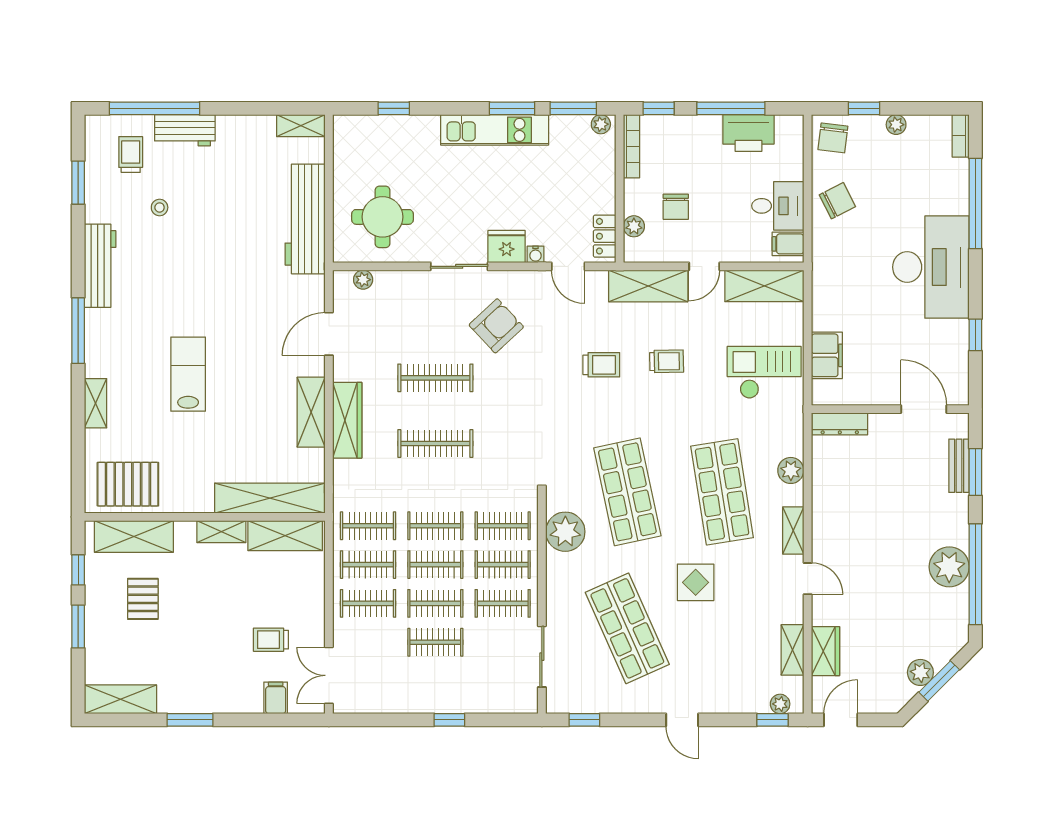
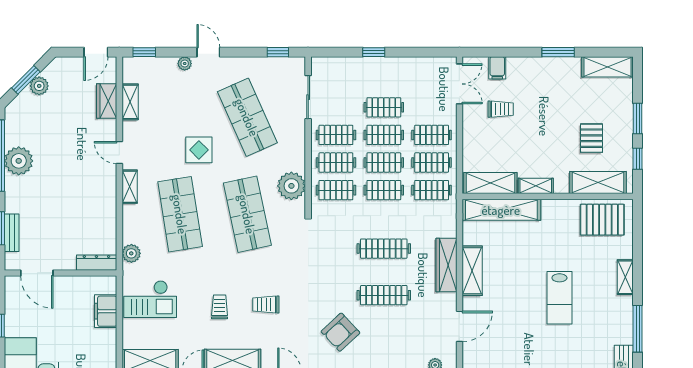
trolley: (667, 361) -> (220, 307), turned 91
plant: (791, 470) -> (131, 253), moved
plant: (780, 704) -> (185, 64), moved

